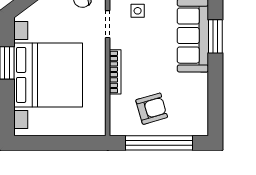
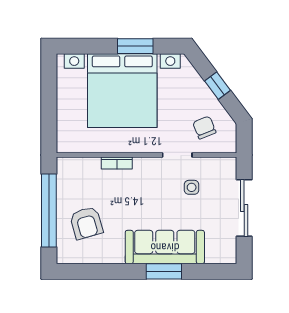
bookcase: (115, 72) -> (117, 163), width x0.64
armchair: (152, 109) -> (86, 223), moved

